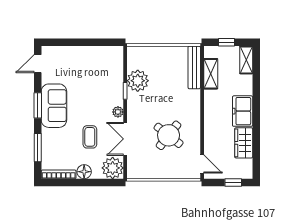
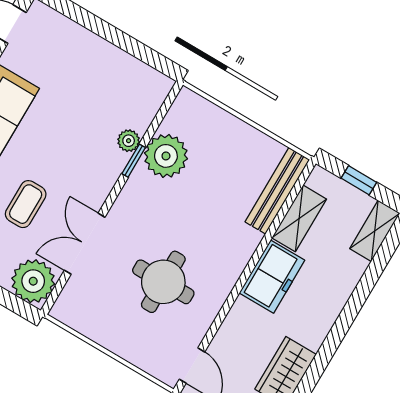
freezer: (243, 111) -> (272, 277), moved, turned 180
plant: (118, 112) -> (129, 141), moved
round table: (169, 135) -> (163, 282), turned -38

